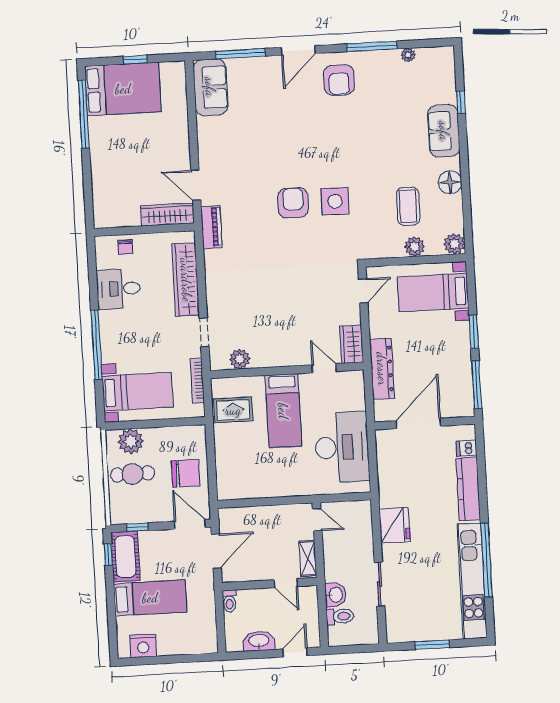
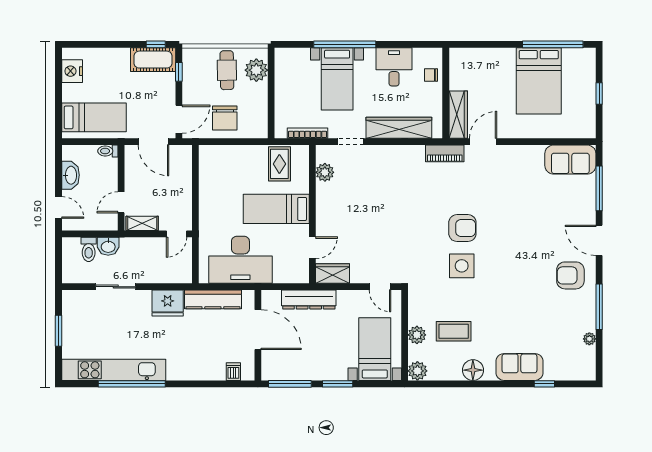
bed: (123, 89) -> (539, 81), moved
bed with nightstands: (138, 391) -> (337, 79), moved
kitchen counter: (468, 489) -> (213, 299), moved, turned 180
bed: (150, 598) -> (94, 117), moved, turned -90

